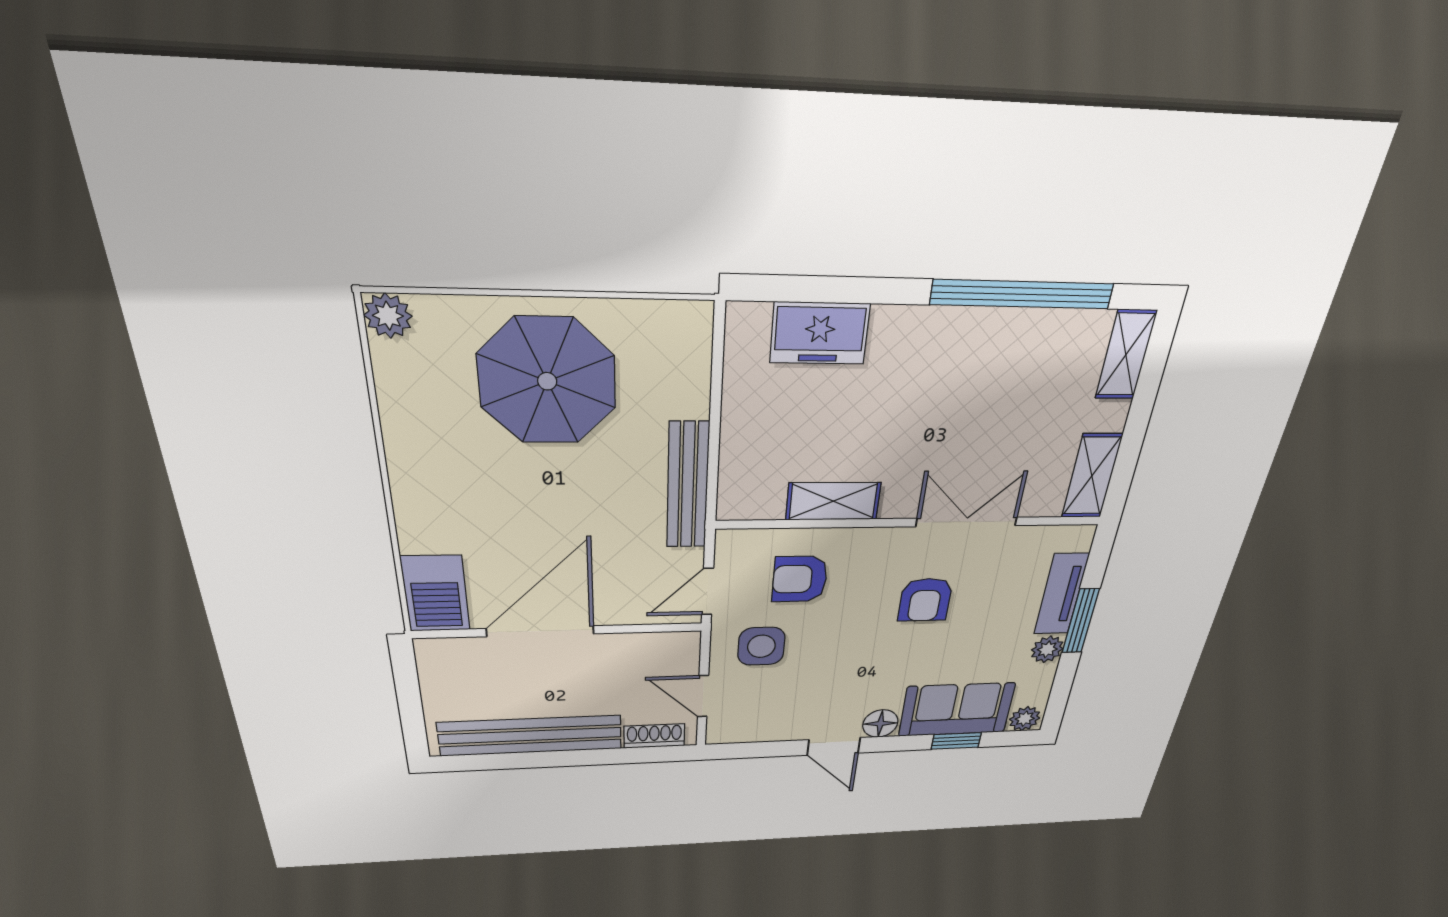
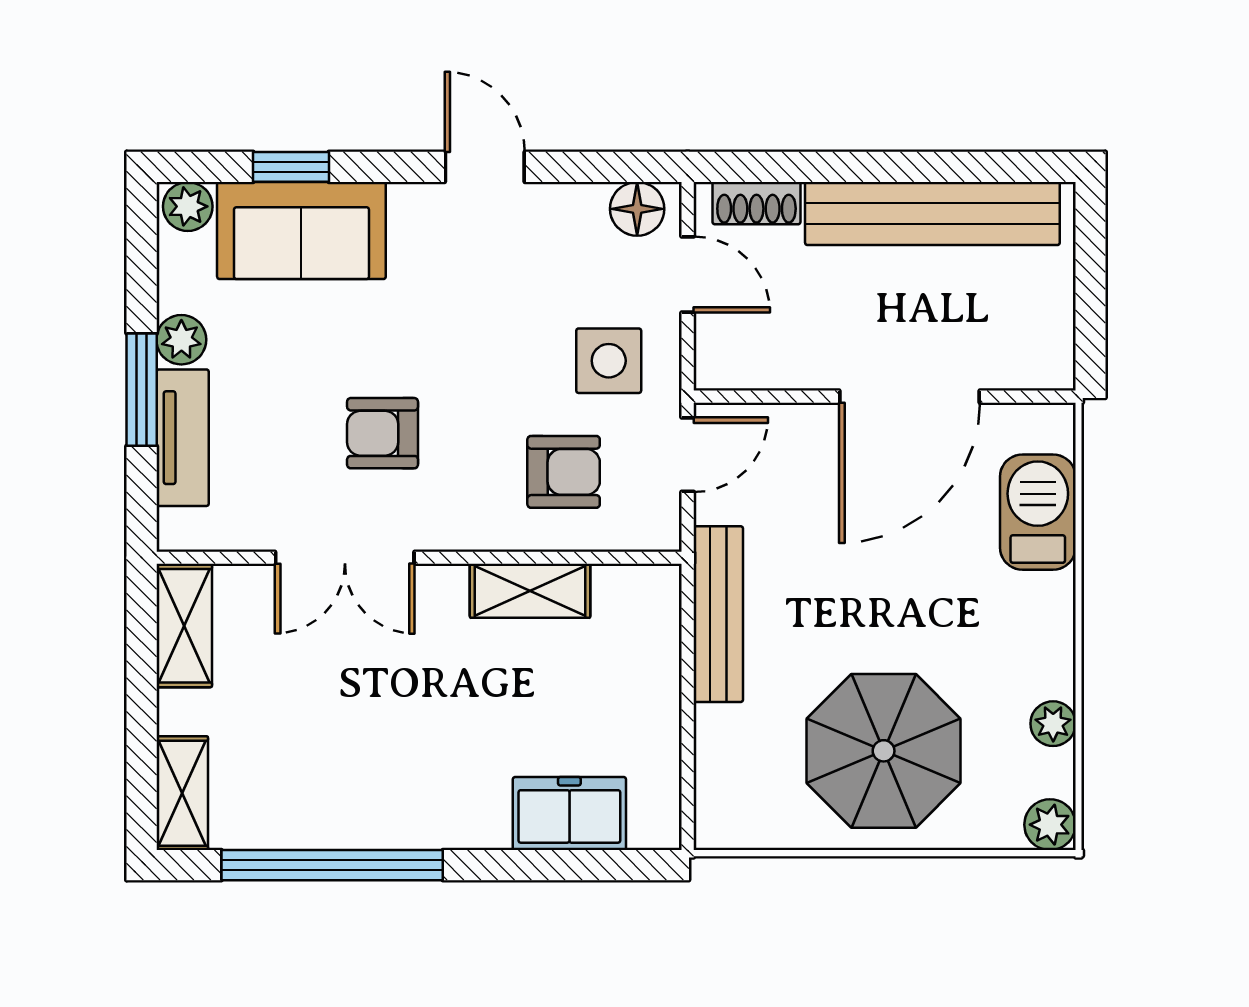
plant: (397, 402) -> (1053, 724), added
barbecue: (436, 594) -> (1038, 512), moved
armchair: (925, 600) -> (383, 433), turned -90
floor lamp: (880, 724) -> (637, 209), moved

